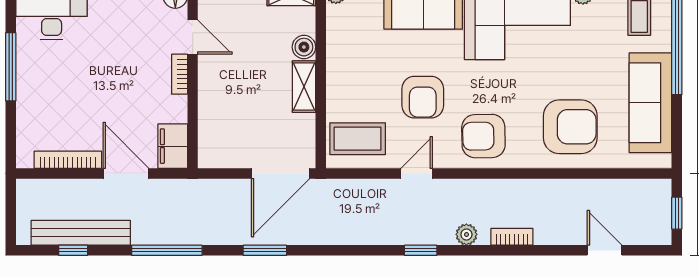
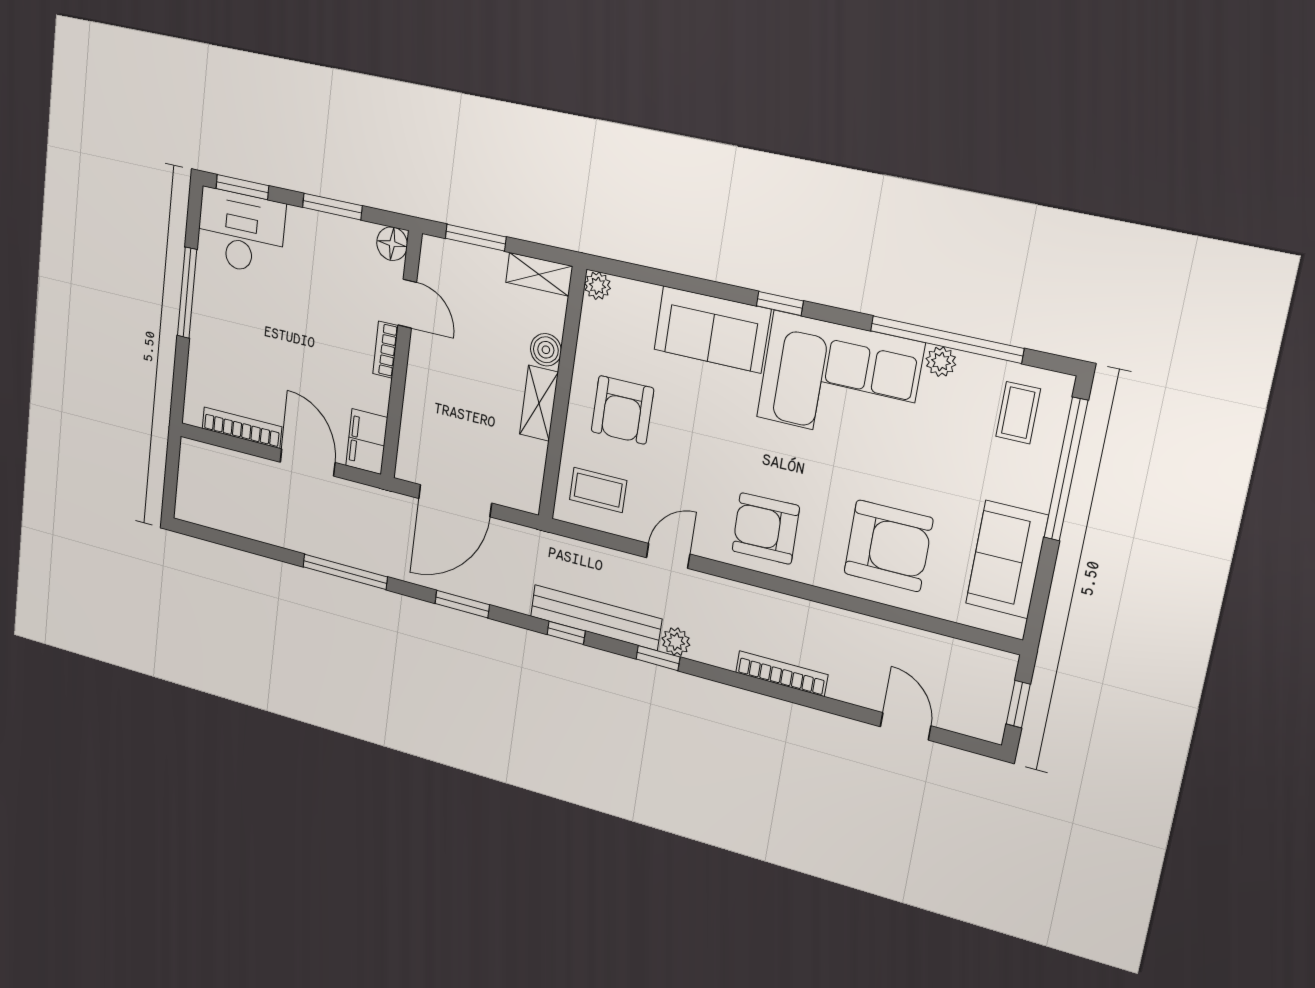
armchair: (423, 97) -> (622, 410), moved
sofa: (650, 103) -> (1007, 559), width x0.73
coffee table: (358, 139) -> (598, 490), width x0.73, depth x0.77
door: (281, 173) -> (455, 501), moved
bench: (81, 233) -> (596, 618), moved
plant: (466, 234) -> (676, 642), moved
bookcase: (512, 237) -> (782, 674), width x1.56
window: (73, 250) -> (566, 633), moved

